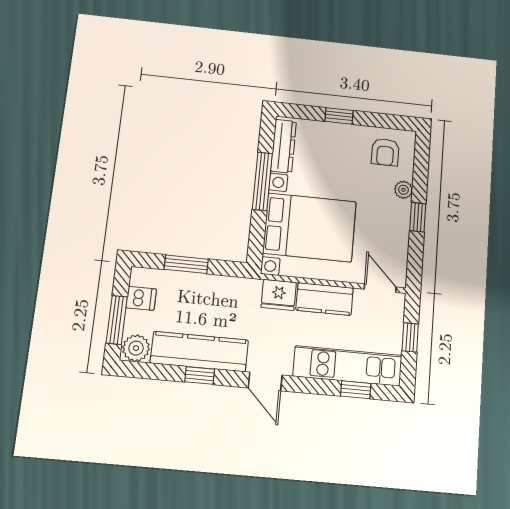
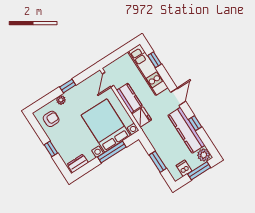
dresser: (284, 146) -> (78, 163), width x0.70
window: (262, 181) -> (112, 152), moved
window: (410, 337) -> (118, 54), removed

